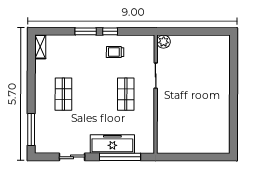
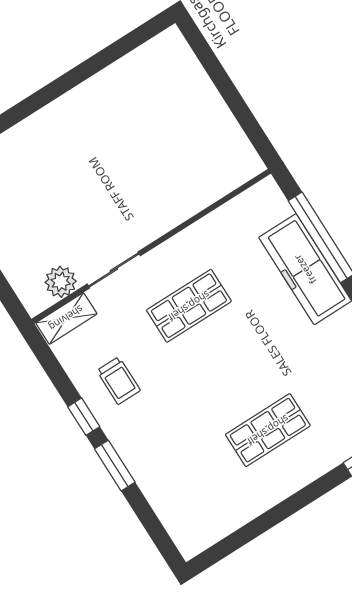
plant: (164, 42) -> (61, 282), moved
shelving: (40, 47) -> (66, 318), moved

